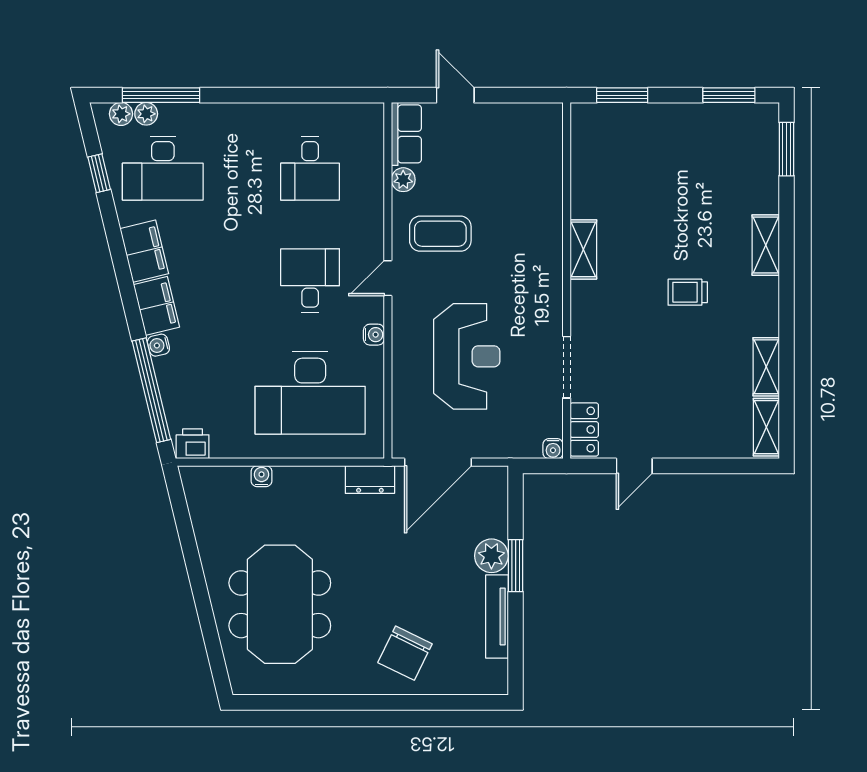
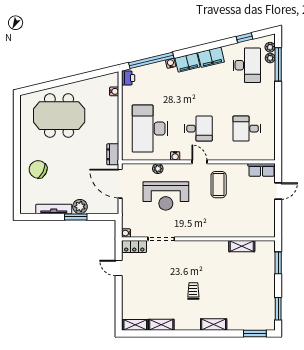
desk: (163, 168) -> (247, 65), turned 180
plant: (403, 180) -> (158, 169), moved
shelving: (583, 249) -> (242, 246), moved
water cooler: (262, 476) -> (114, 91), moved

